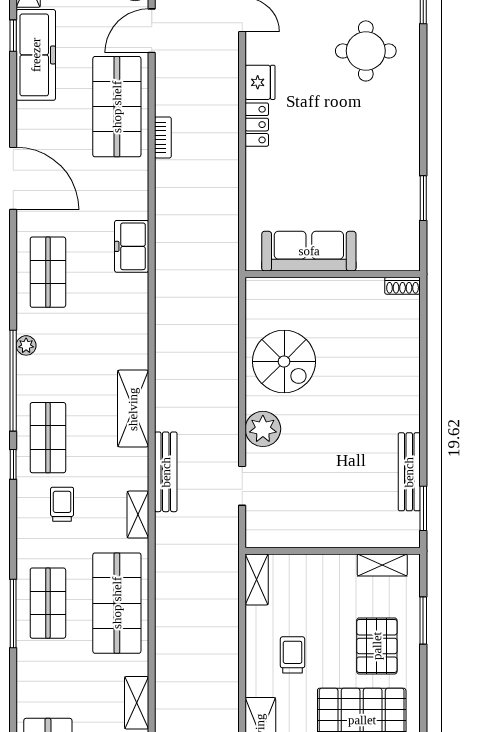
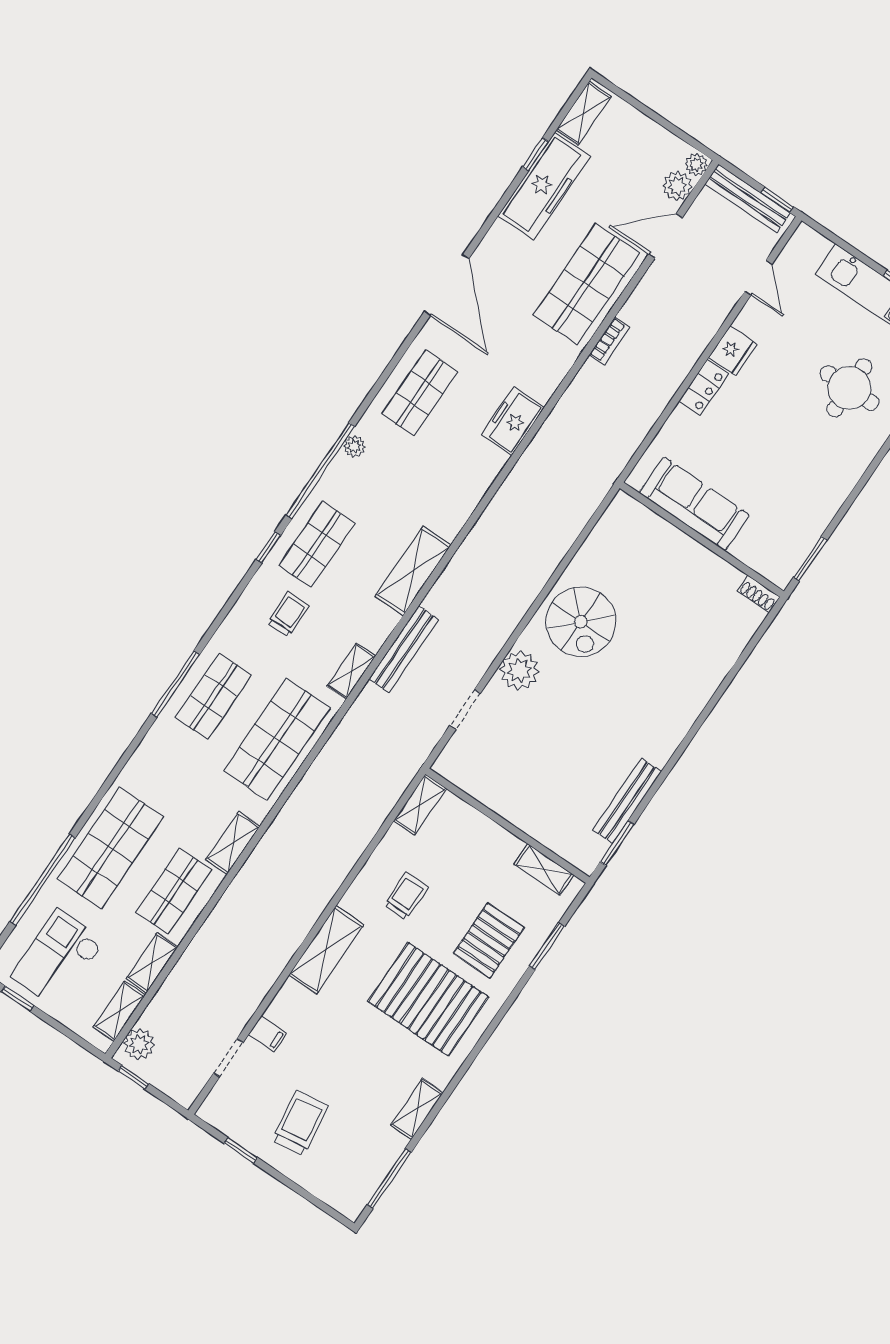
sofa: (309, 251) -> (694, 504), moved
wall: (333, 274) -> (702, 540), moved
shoe rack: (403, 286) -> (759, 594), moved

